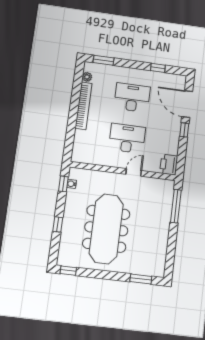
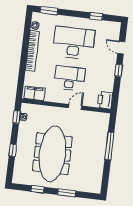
desk: (132, 98) -> (74, 43), width x1.36, depth x1.30
door: (187, 104) -> (121, 48), width x0.53
filing cabinet: (86, 156) -> (35, 93), added
window: (176, 206) -> (109, 146), moved
window: (68, 271) -> (38, 189), moved
window: (141, 279) -> (67, 193), moved

